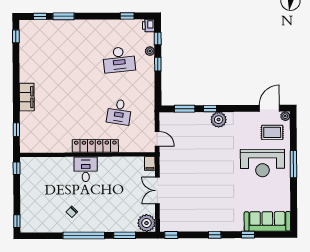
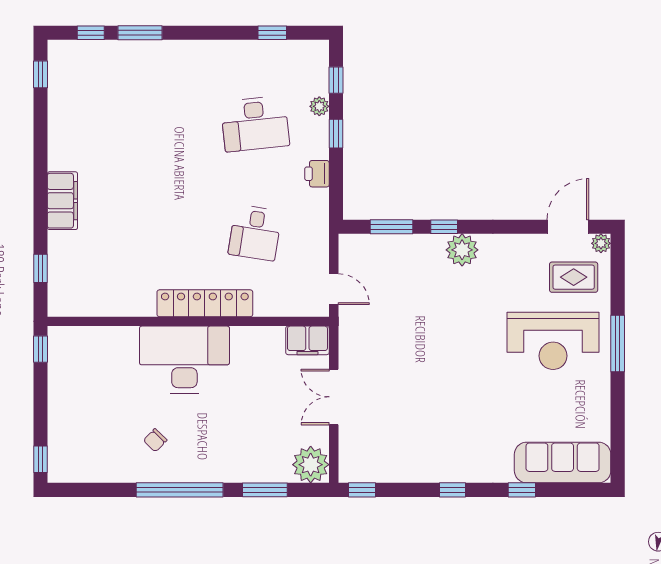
printer: (148, 26) -> (317, 174), moved
filing cabinet: (150, 163) -> (307, 340), width x2.00
desk: (86, 169) -> (184, 360), width x1.87, depth x1.30

